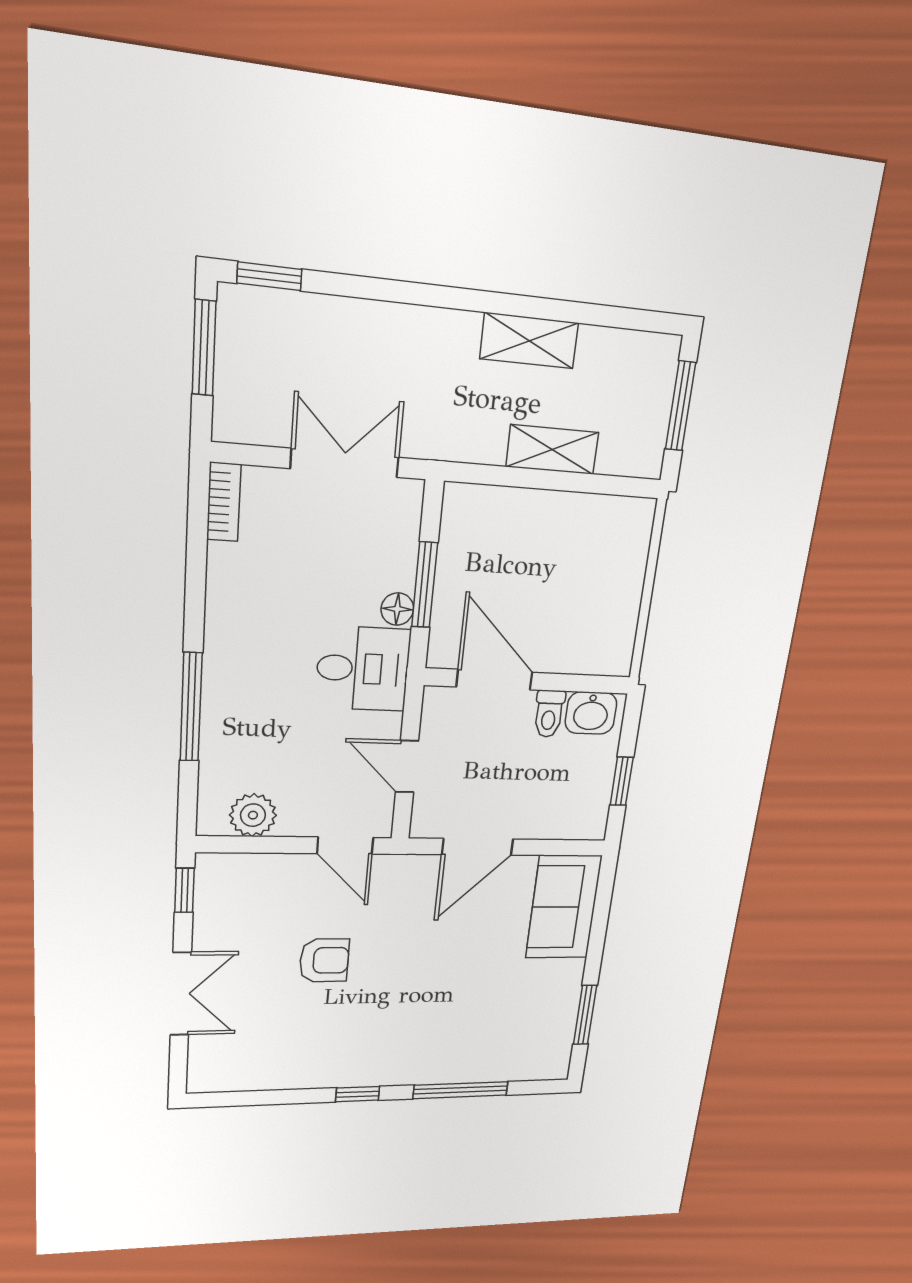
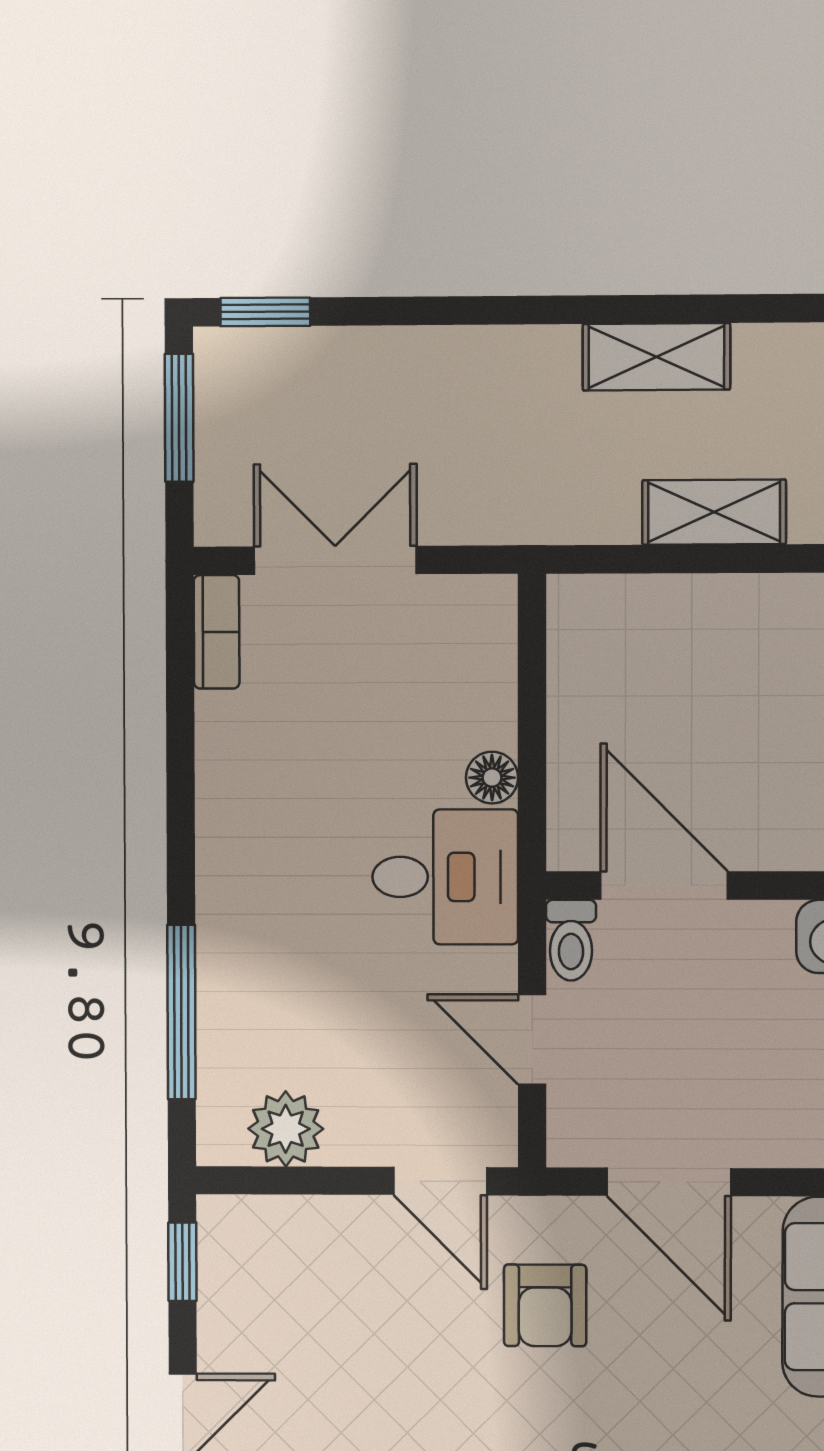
double door: (345, 463) -> (335, 560), moved
window: (425, 585) -> (532, 737), removed
window: (191, 707) -> (181, 1012), moved
toilet: (549, 714) -> (571, 940), moved
door: (478, 847) -> (669, 1182), hinge flipped
armchair: (324, 960) -> (545, 1305), moved, turned 90

